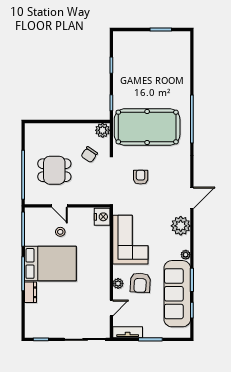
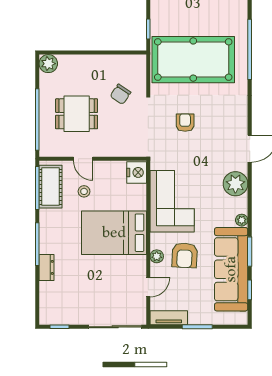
plant: (103, 130) -> (48, 64), moved
cot: (34, 228) -> (51, 187), added
bed: (50, 263) -> (114, 233), moved, turned 180

